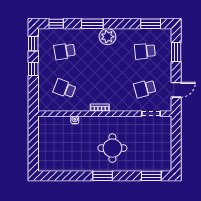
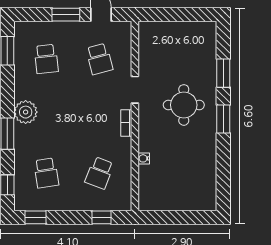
window: (176, 52) -> (66, 15), moved
window: (33, 69) -> (101, 217), moved
doorway: (151, 114) -> (135, 90), moved
window: (151, 176) -> (223, 73), moved

